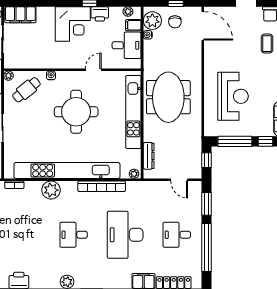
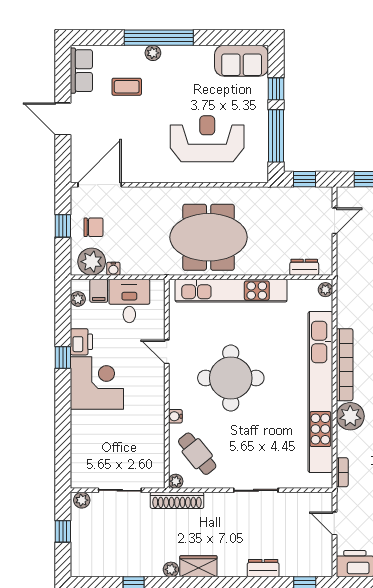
filing cabinet: (20, 15) -> (83, 463), removed
dresser: (149, 156) -> (304, 267), width x0.70
bookcase: (102, 186) -> (345, 365), moved

